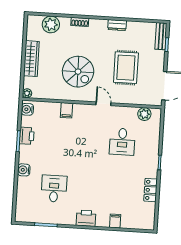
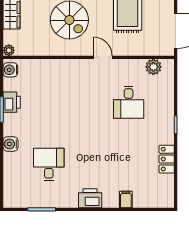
filing cabinet: (66, 110) -> (58, 68), removed

